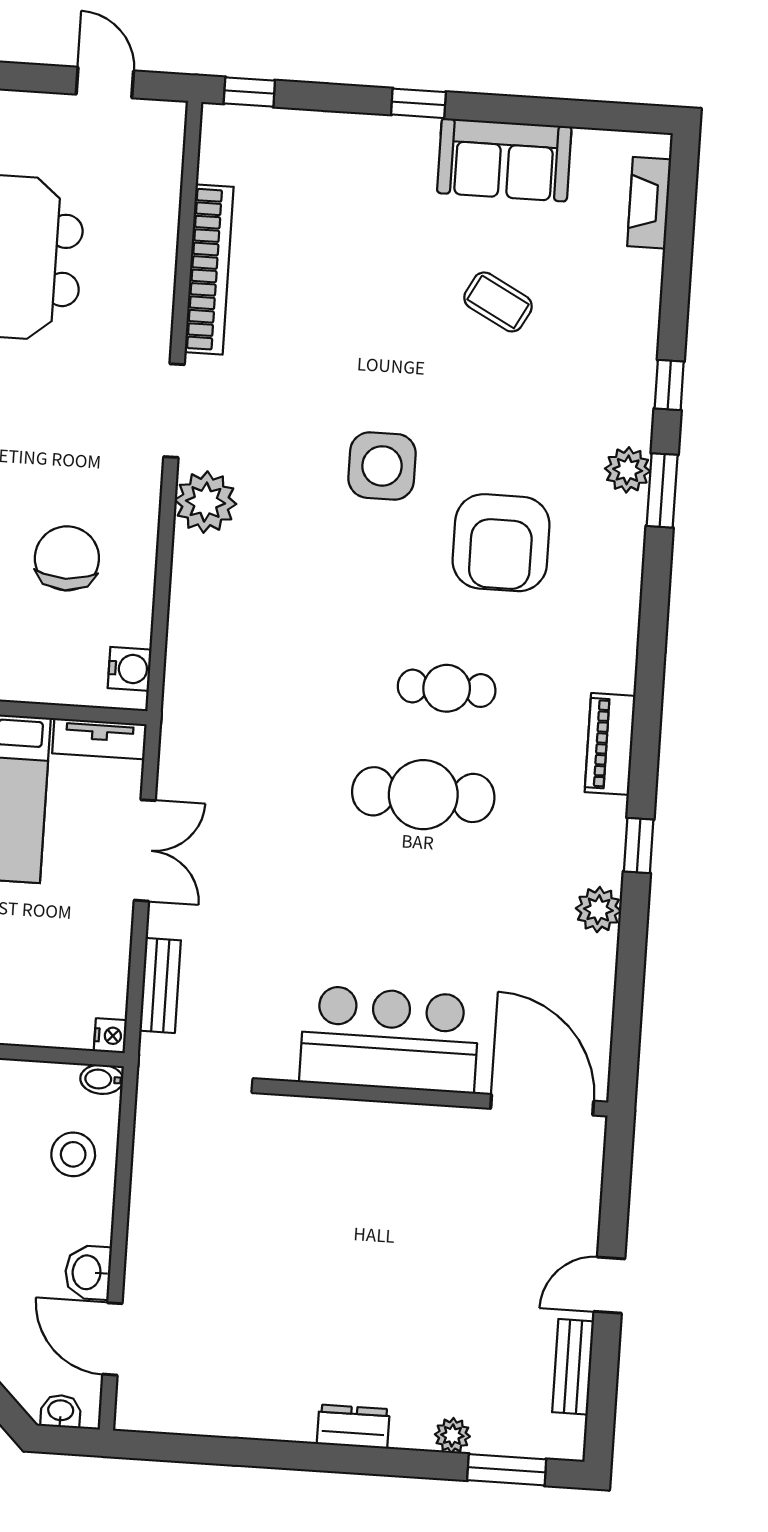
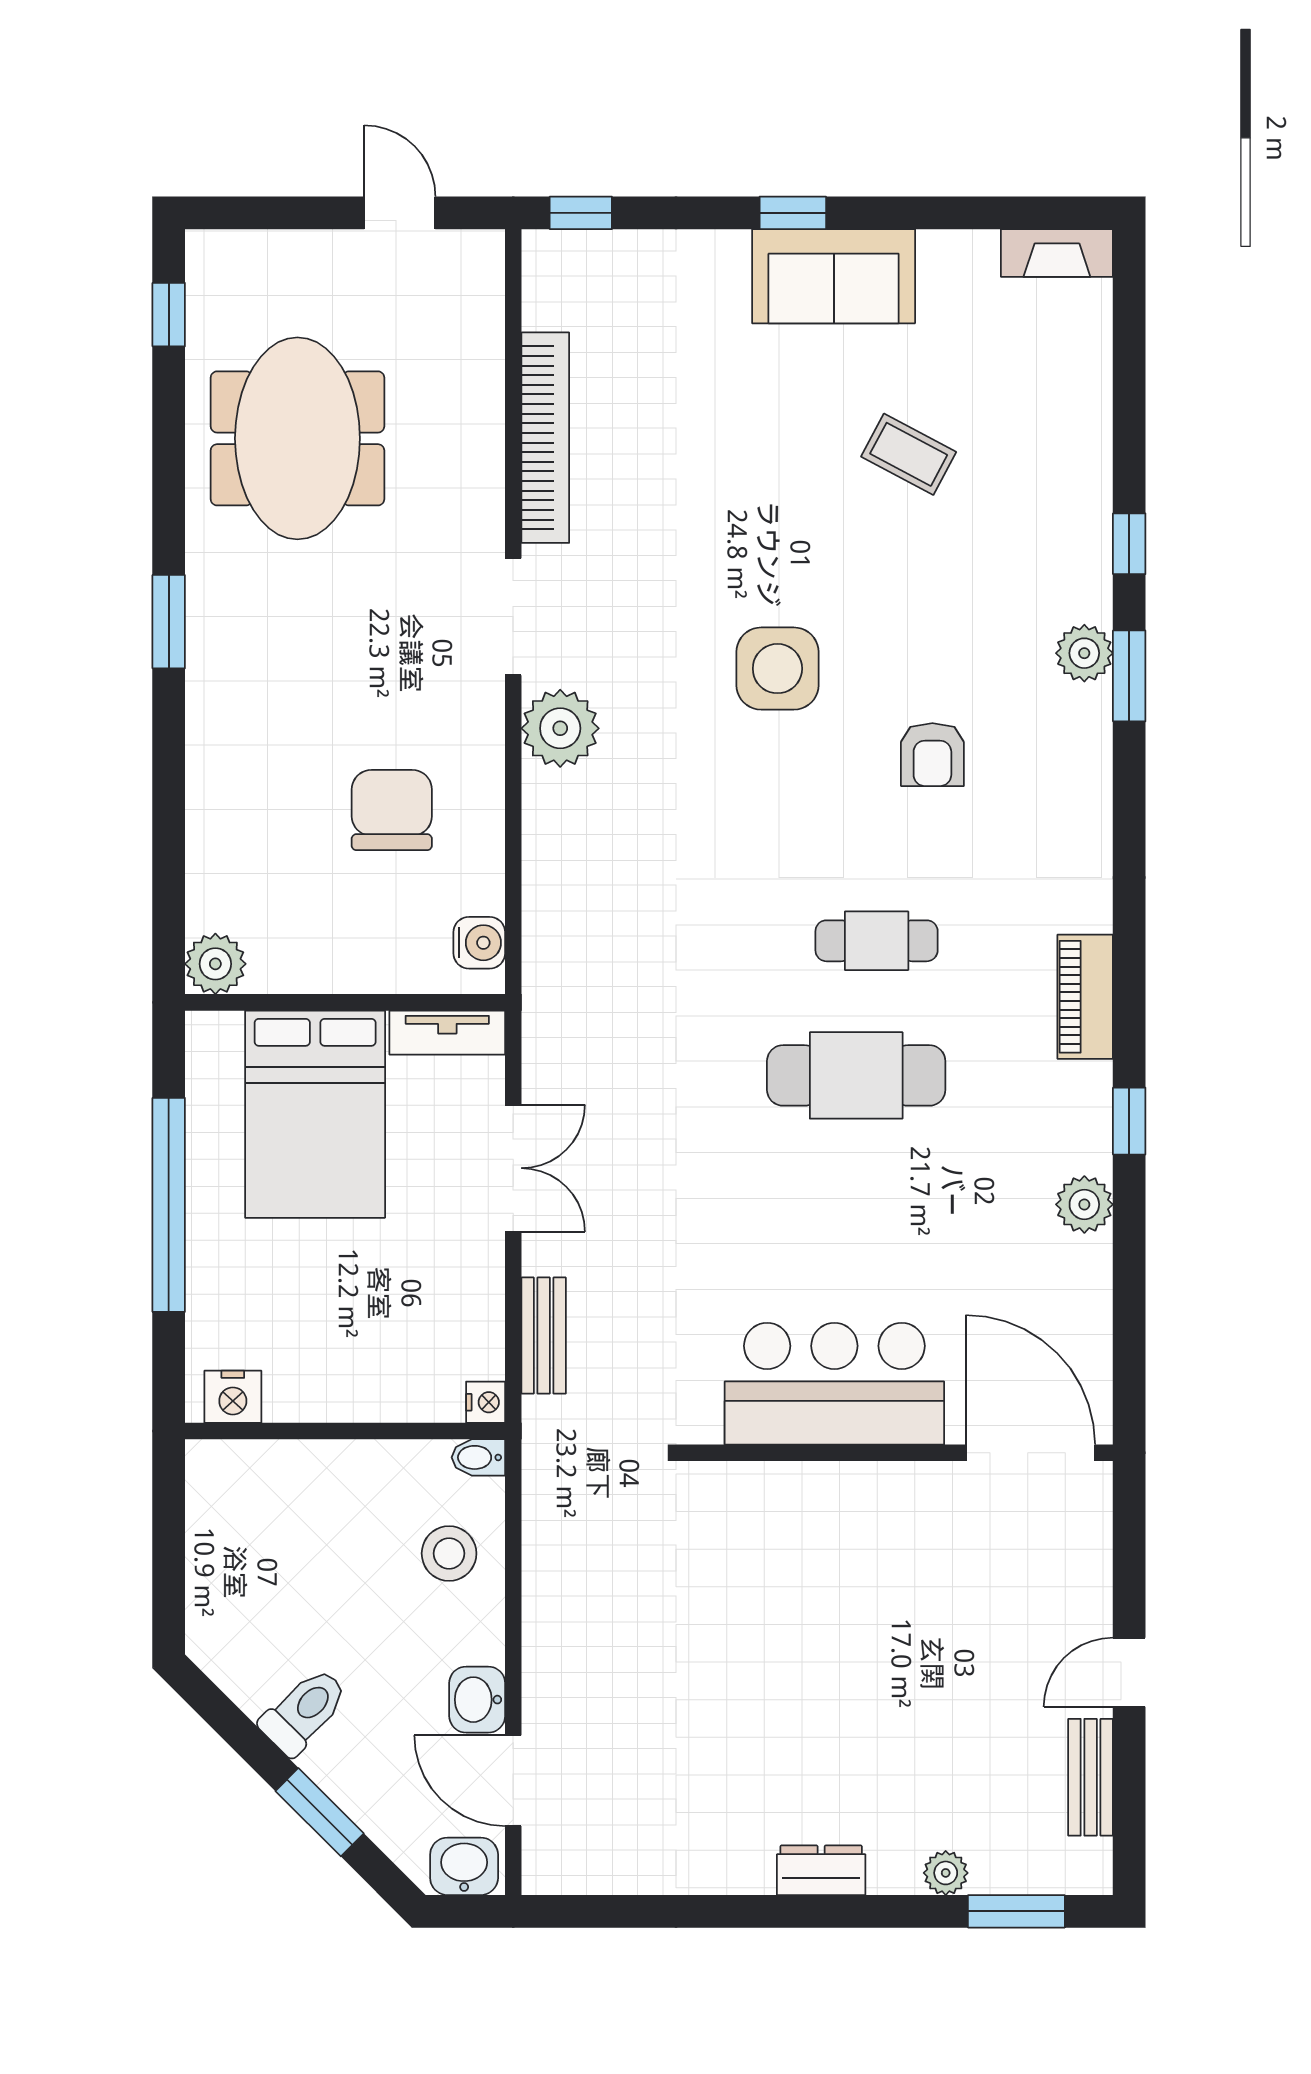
sofa: (504, 160) -> (834, 276), moved
fireplace: (649, 203) -> (1057, 253), moved, turned -90
armchair: (501, 543) -> (932, 755), width x0.53, depth x0.53
washbasin: (61, 1411) -> (464, 1866), width x1.38, depth x1.45

